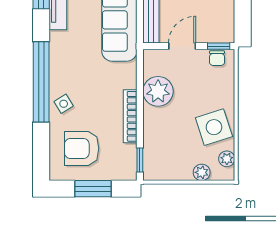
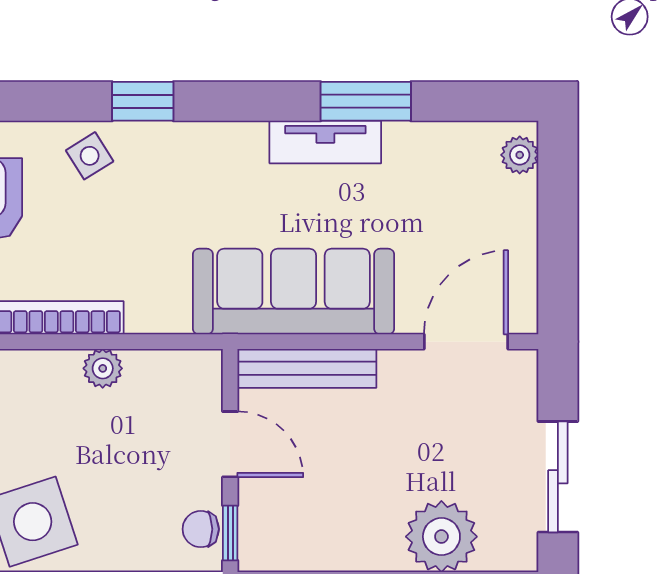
window: (41, 82) -> (143, 101), width x0.32
plant: (158, 91) -> (103, 368), width x0.53, depth x0.53

